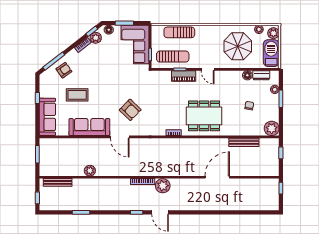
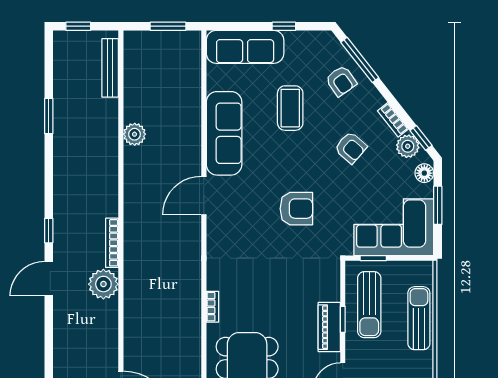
armchair: (96, 66) -> (351, 148), added
armchair: (130, 110) -> (296, 209), moved, turned -134

